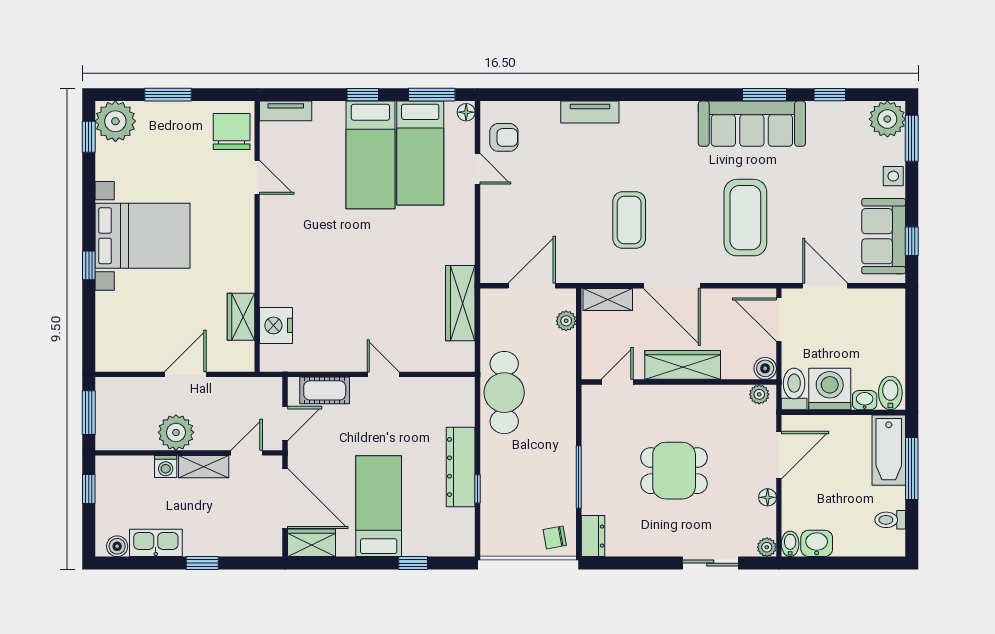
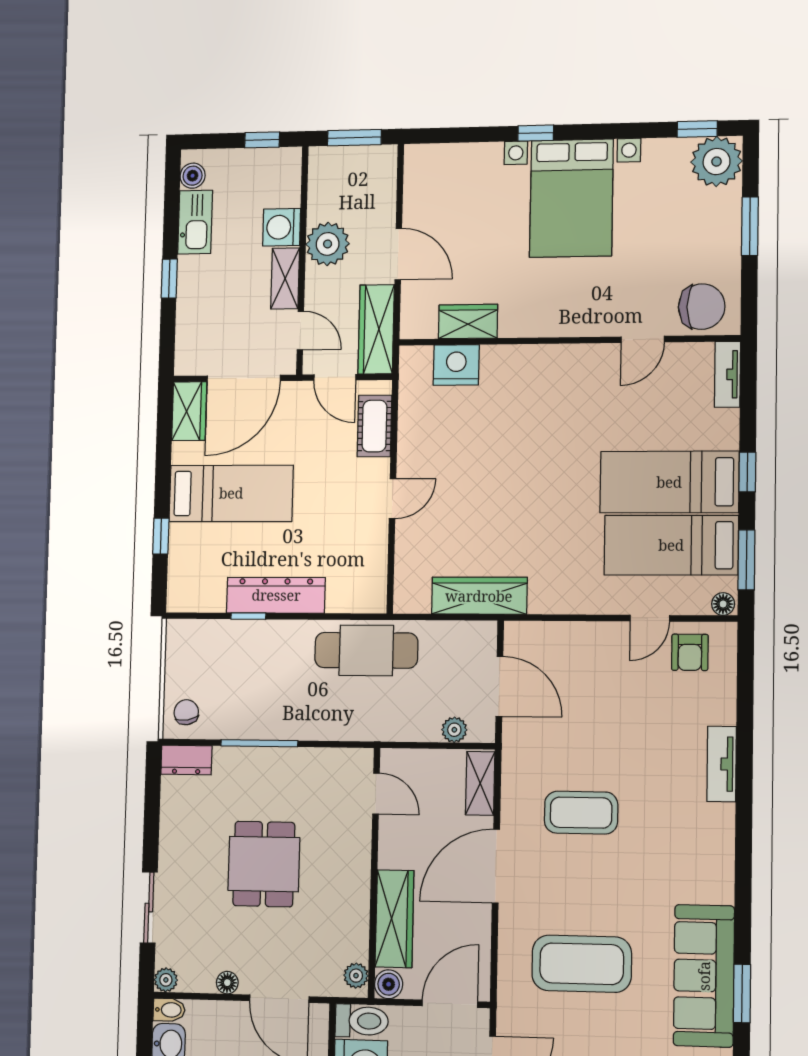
wardrobe: (683, 365) -> (394, 919), moved
wardrobe: (246, 391) -> (376, 329), added
washing machine: (166, 467) -> (282, 227), width x1.38, depth x1.38

